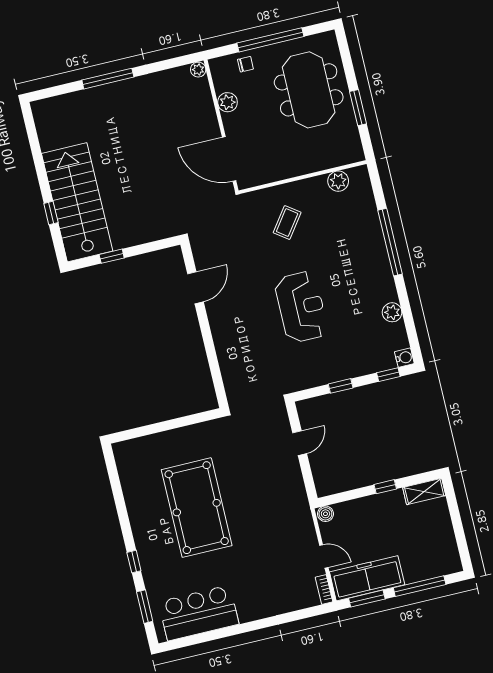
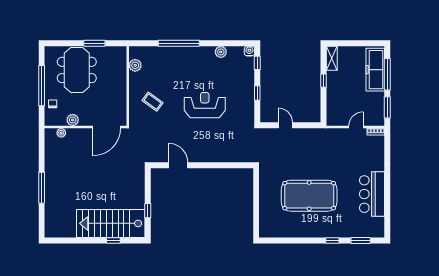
plant: (198, 70) -> (61, 133), moved
meeting table: (309, 90) -> (77, 70), turned 90
boiler: (325, 514) -> (331, 120), removed
freezer: (367, 578) -> (375, 70), moved
bar counter: (199, 613) -> (372, 194), moved

